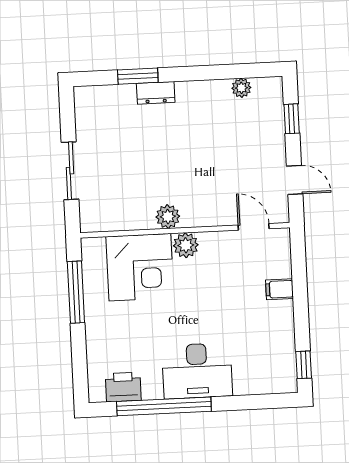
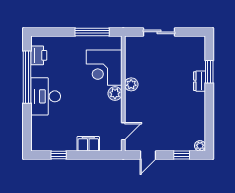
plant: (241, 88) -> (200, 146), moved
filing cabinet: (280, 289) -> (88, 144), width x2.00
window: (304, 365) -> (59, 155), moved

